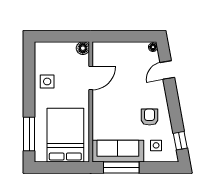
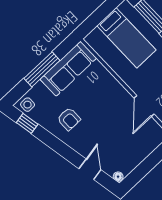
bed: (65, 135) -> (126, 38), width x0.67
side table: (156, 145) -> (28, 105), moved
window: (121, 168) -> (42, 69), moved

